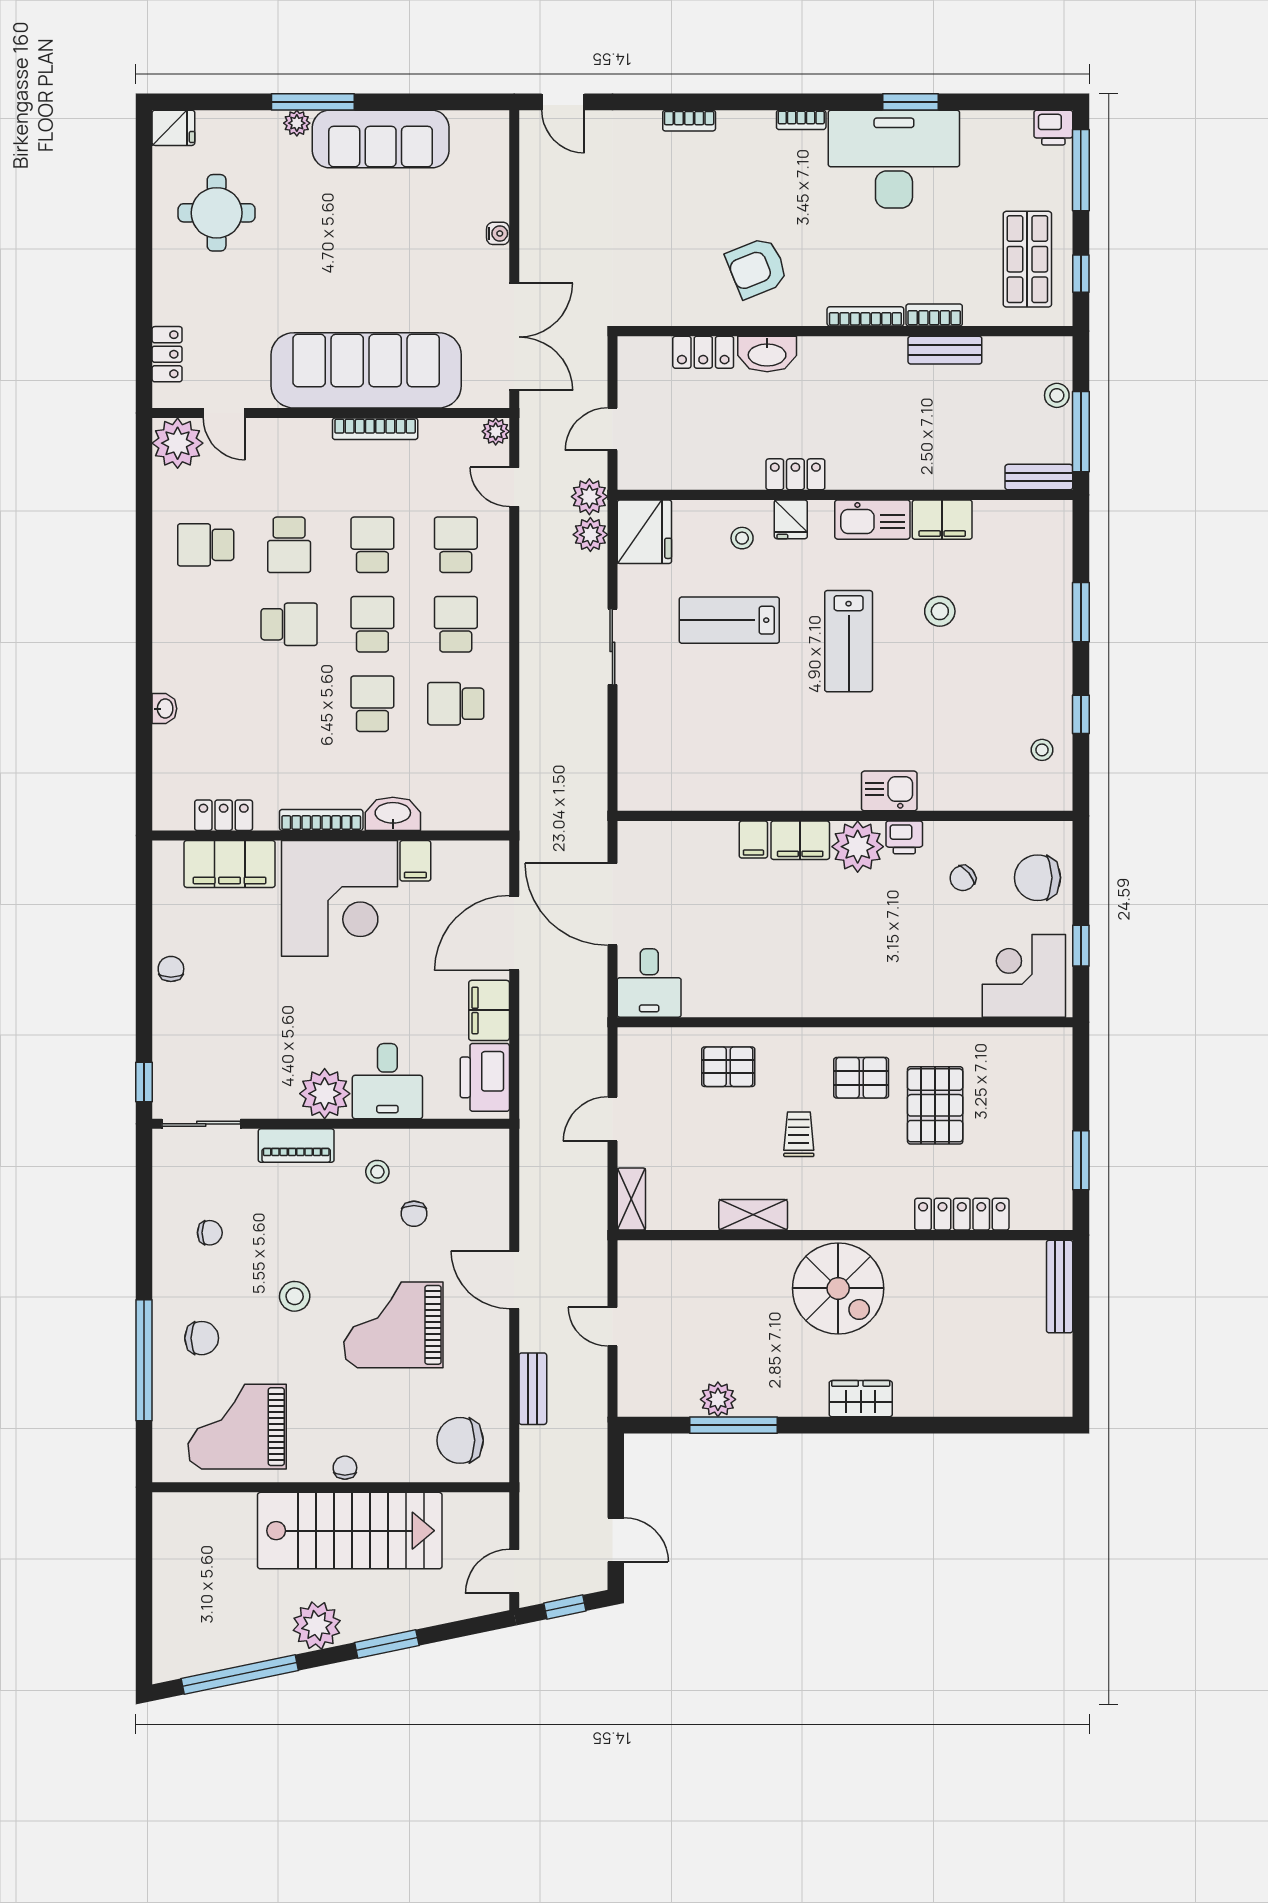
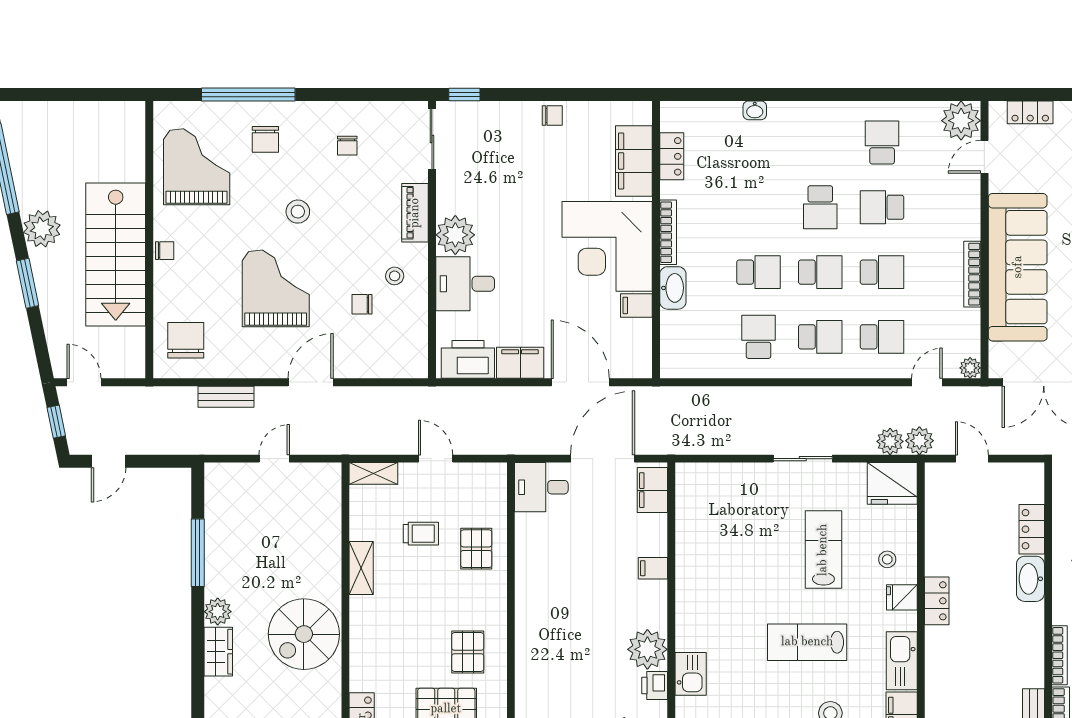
filing cabinet: (800, 840) -> (652, 490), moved
trolley: (799, 1134) -> (421, 534), moved
plant: (718, 1399) -> (218, 612), moved

